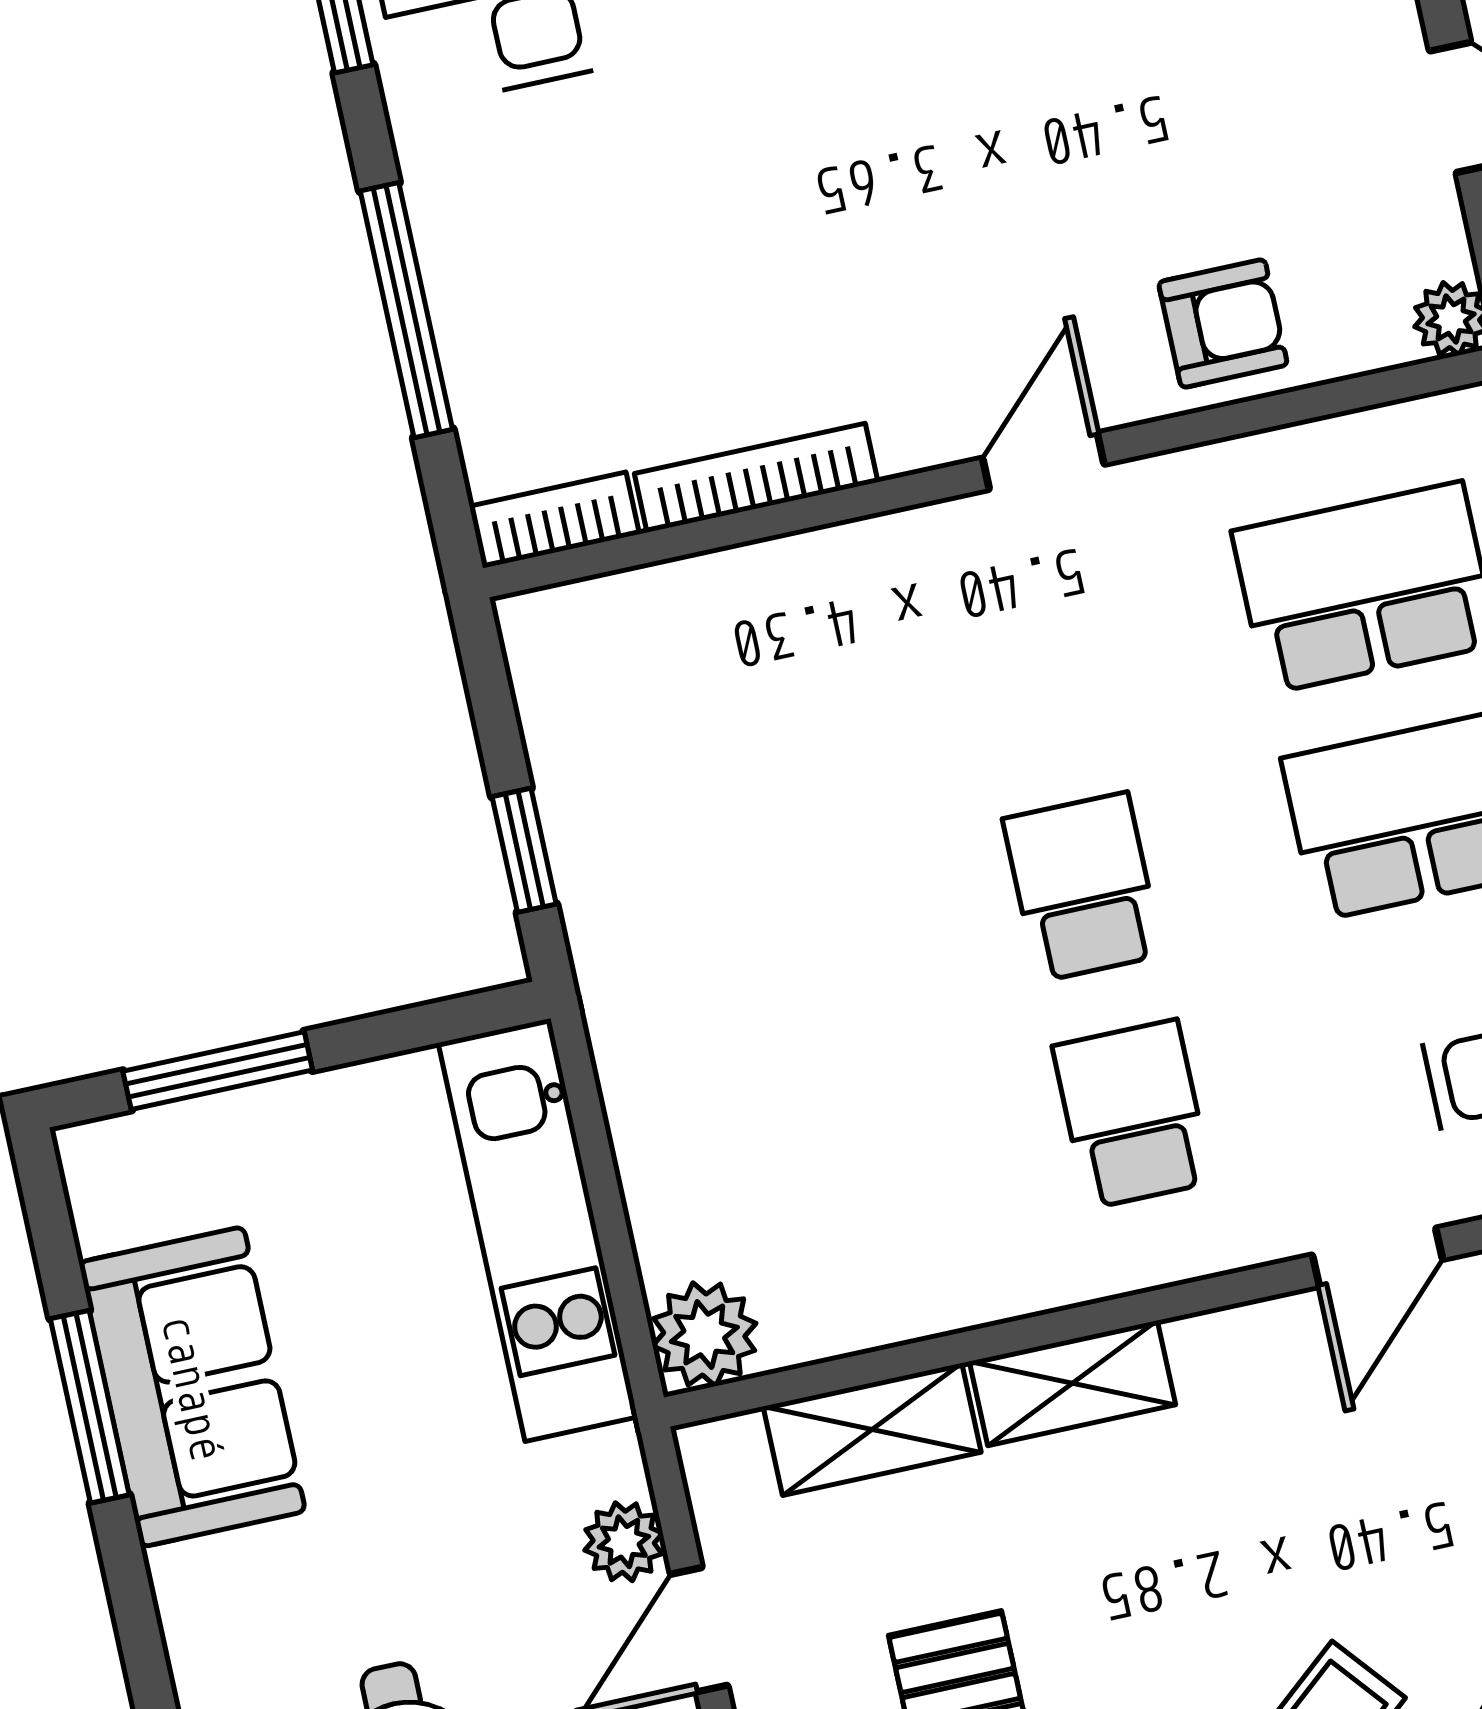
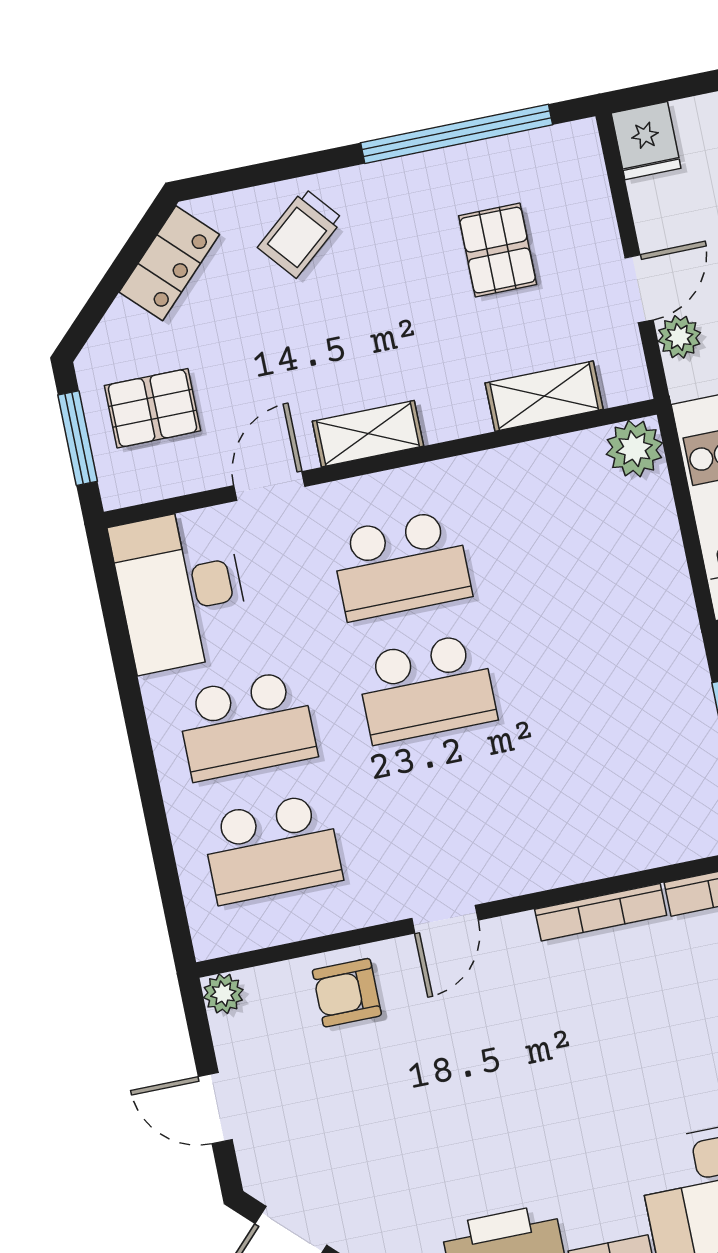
school desk: (1083, 887) -> (426, 688), width x1.85
school desk: (1132, 1114) -> (401, 565), width x1.85
shelving: (1072, 1383) -> (368, 434), moved

